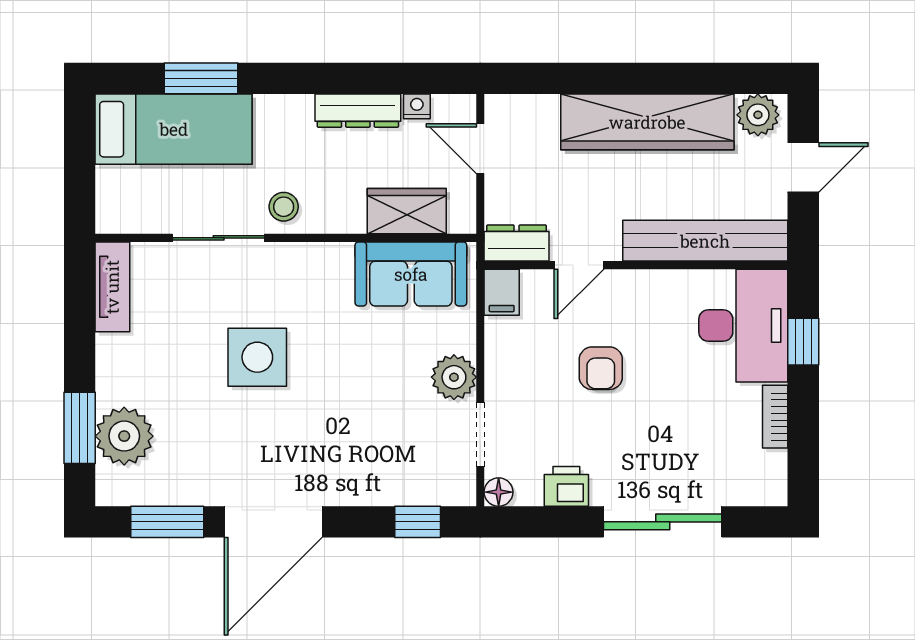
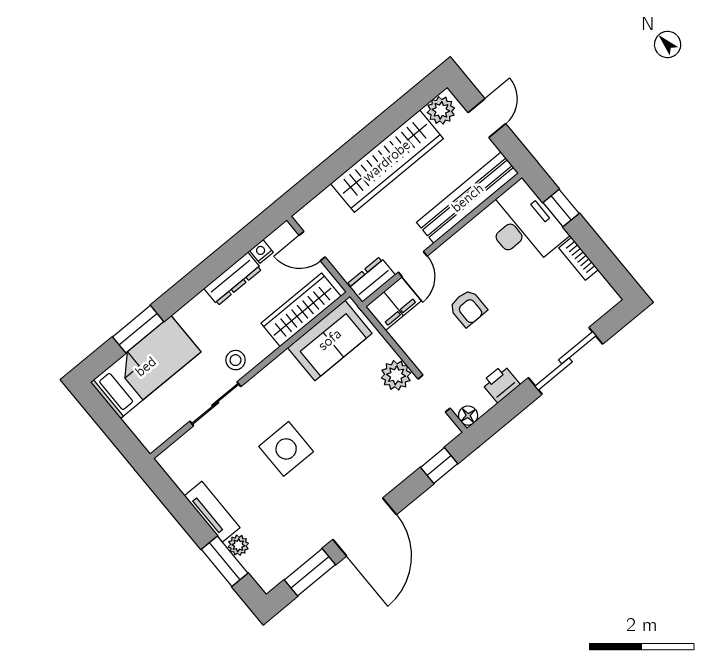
wardrobe: (407, 211) -> (301, 310), width x1.50
tv unit: (112, 287) -> (212, 512), moved
filing cabinet: (502, 292) -> (393, 304), width x2.00
plant: (124, 436) -> (238, 545), width x0.53, depth x0.53

